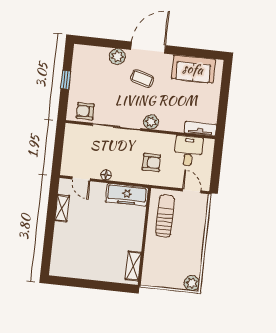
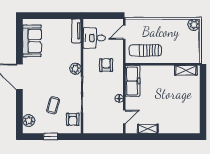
plant: (117, 56) -> (29, 121), moved
coffee table: (142, 79) -> (53, 105), moved

